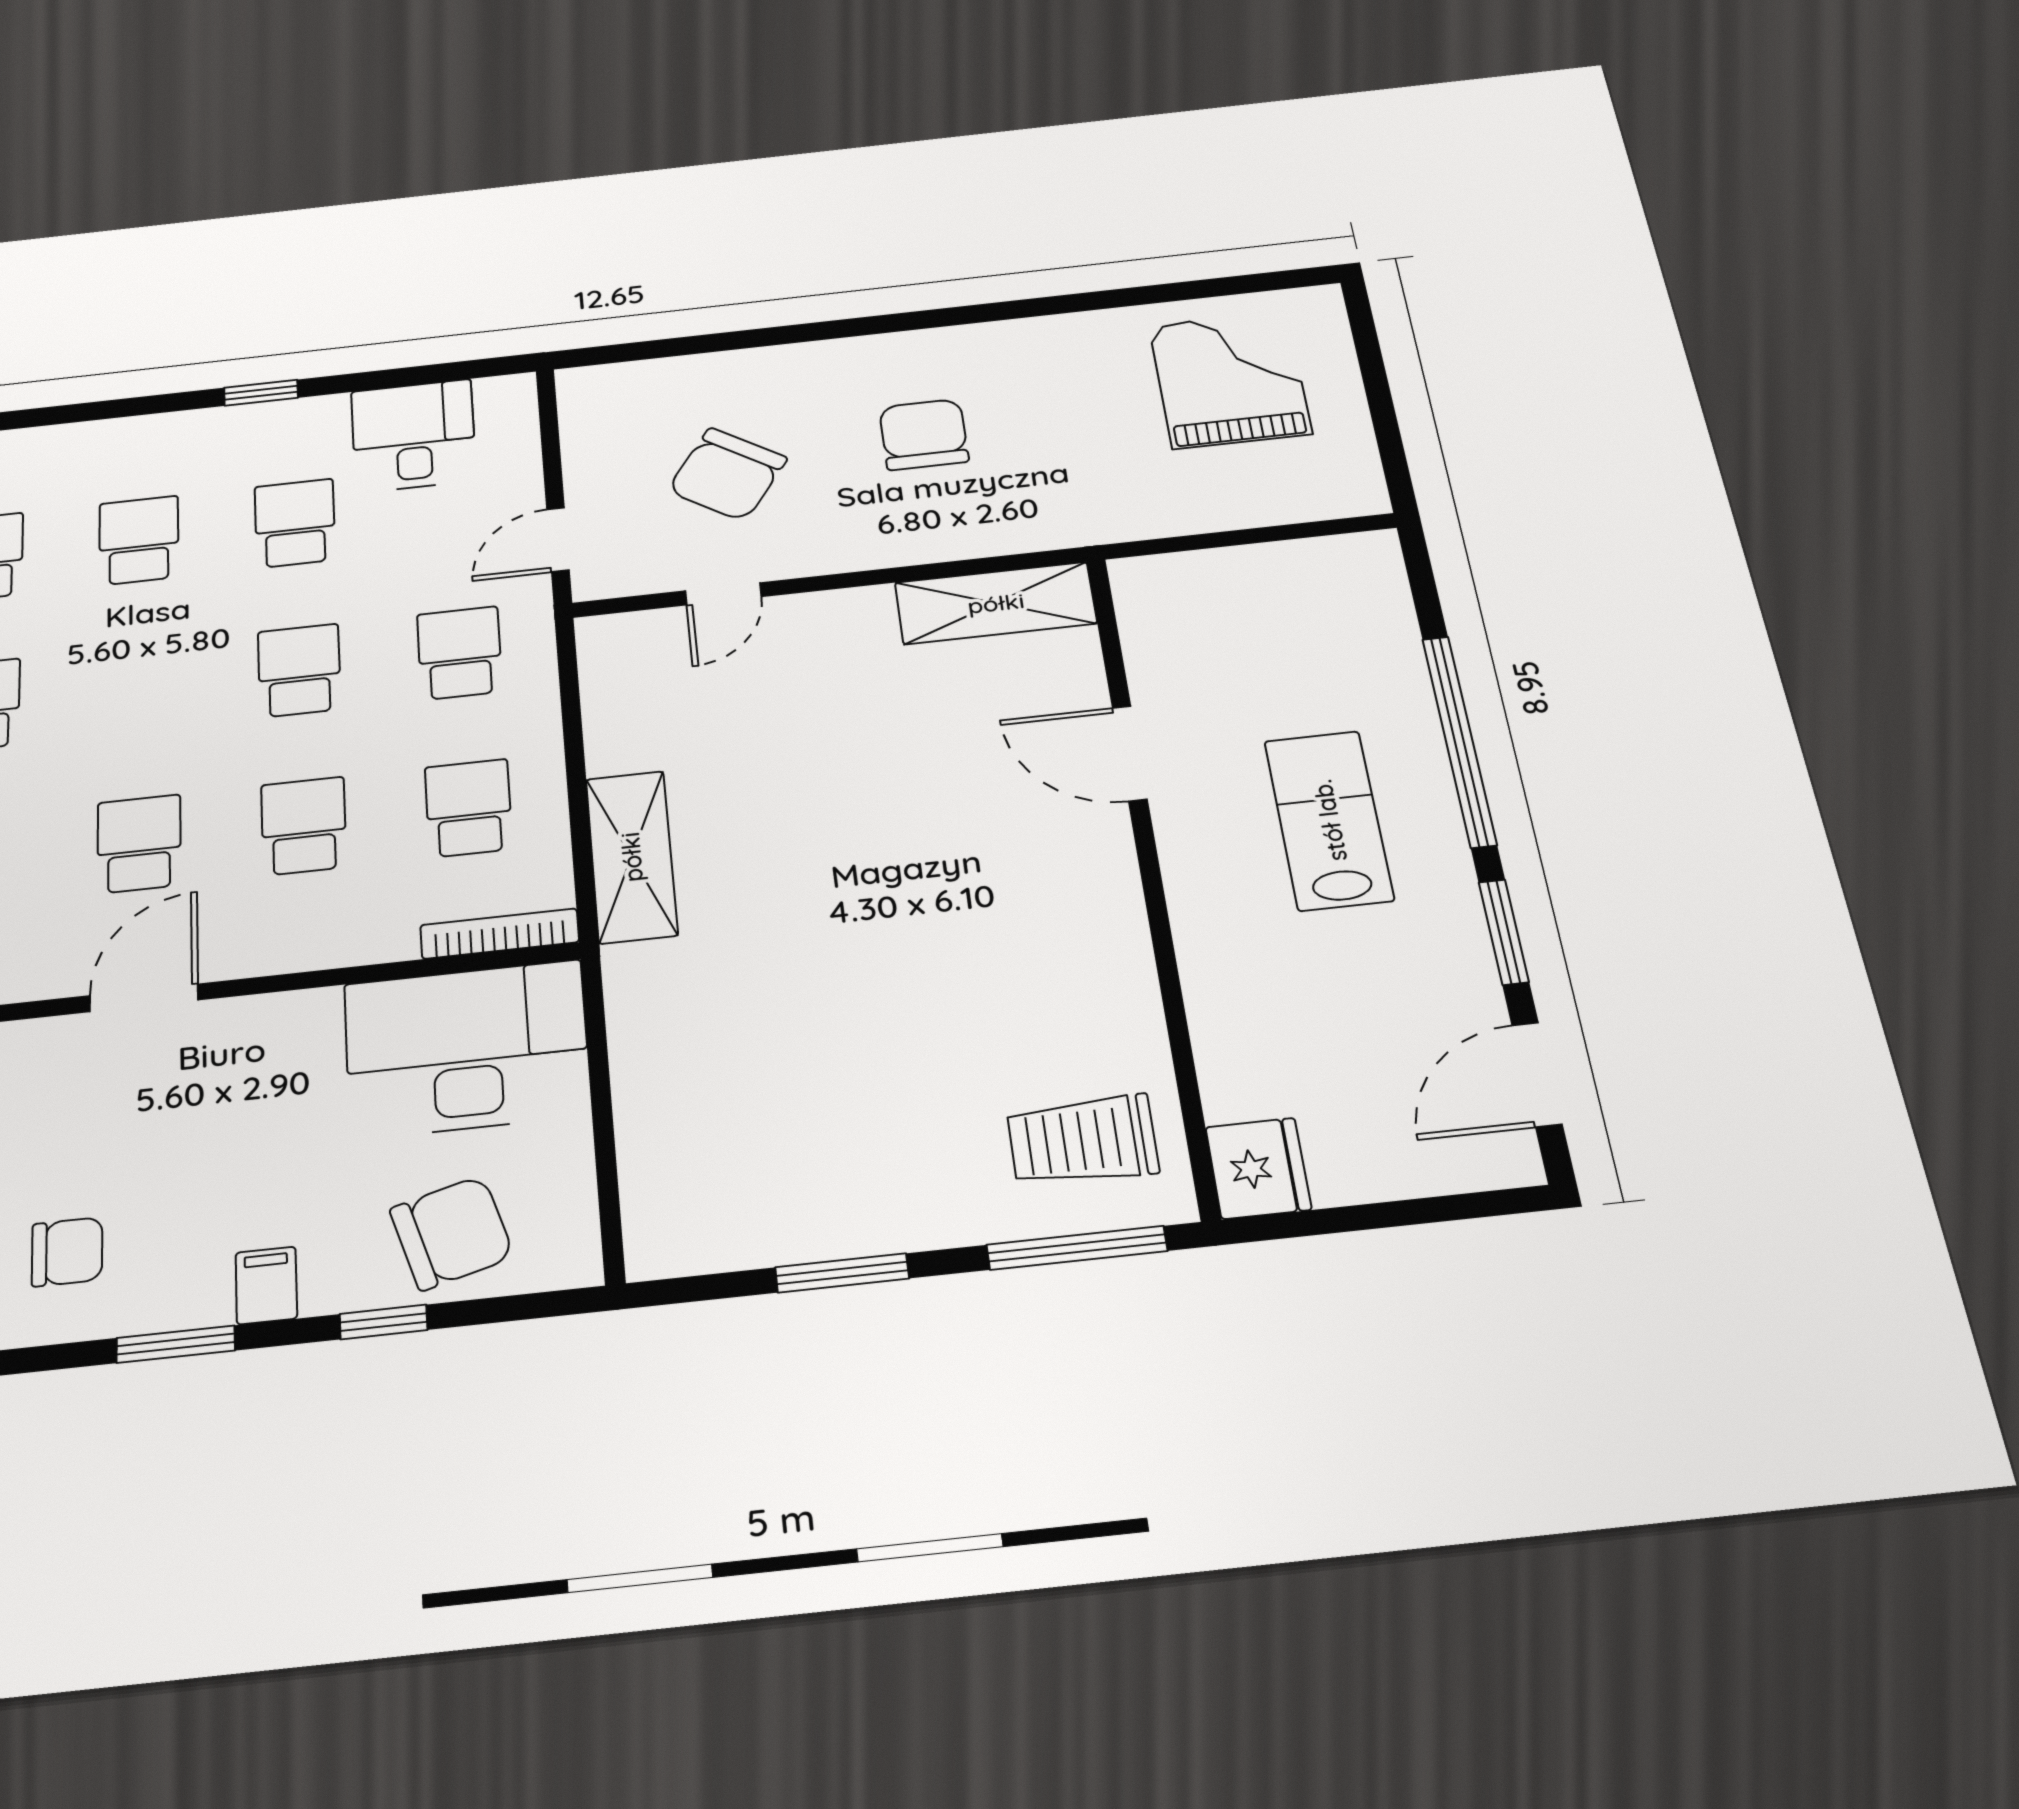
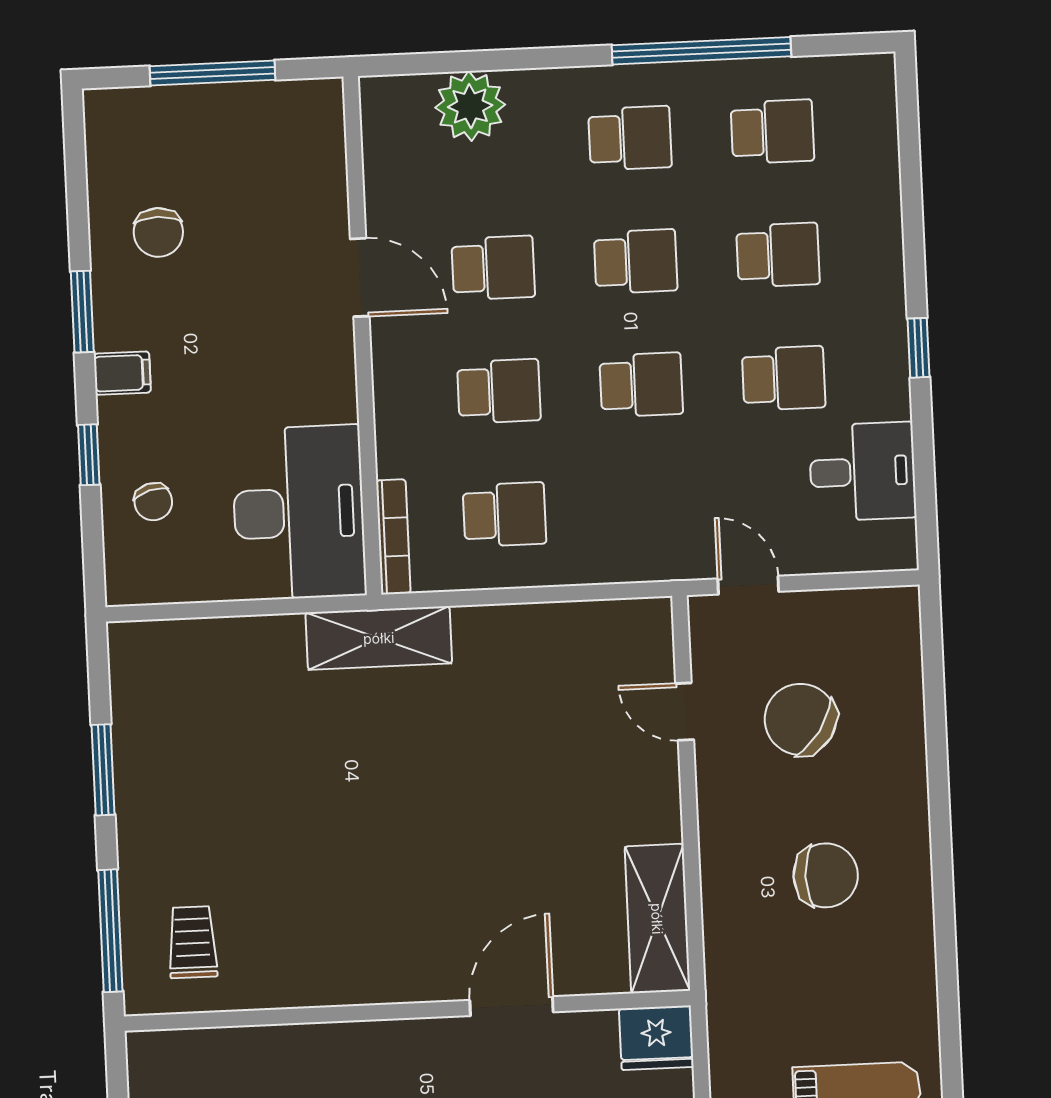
school desk: (460, 653) -> (636, 261), moved
shelving: (631, 857) -> (379, 638), moved
trolley: (1083, 1140) -> (193, 942), width x0.73, depth x0.72
fridge: (1258, 1168) -> (656, 1038), moved
chair: (452, 1233) -> (153, 502), width x0.54, depth x0.54

